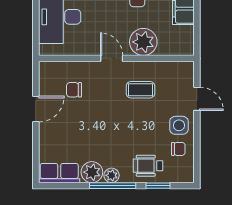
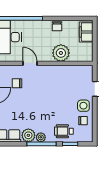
door: (112, 58) -> (30, 63), moved
coffee table: (140, 90) -> (59, 83), removed

